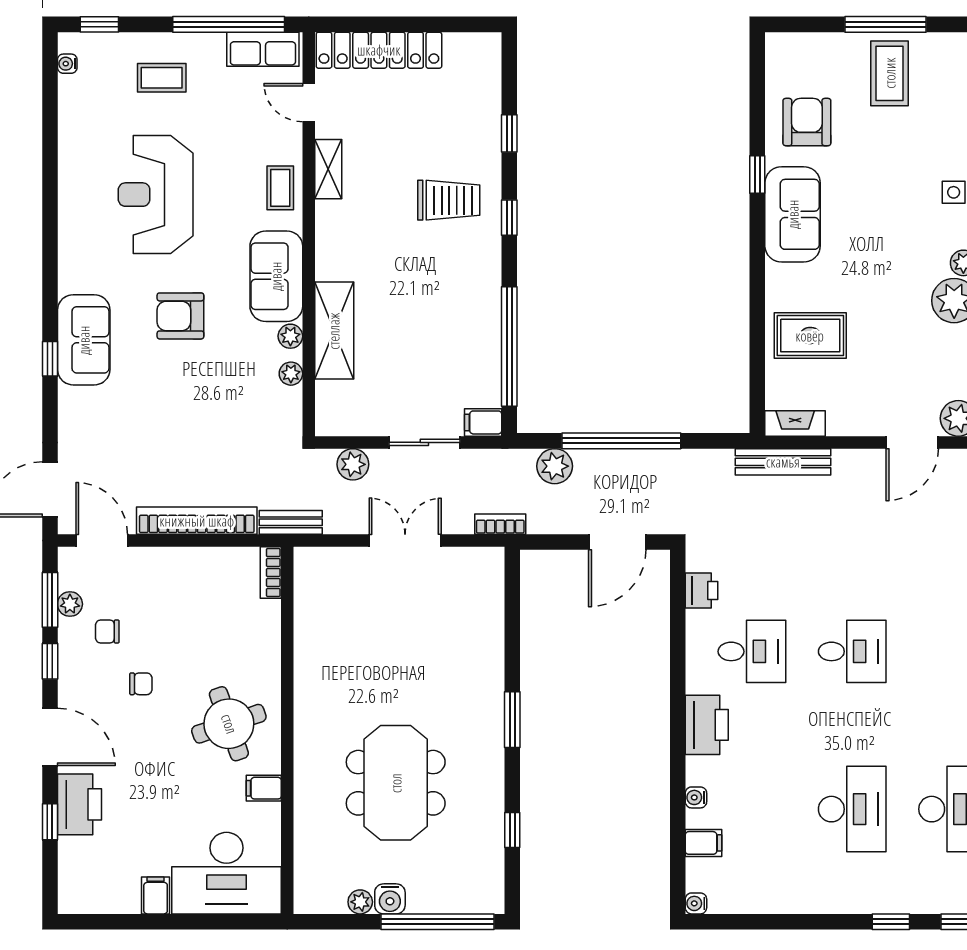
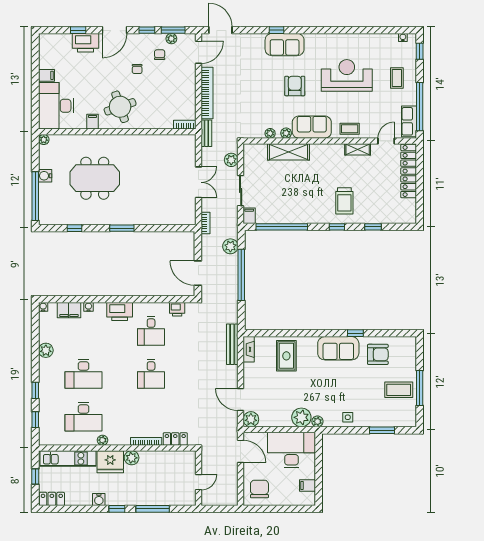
filing cabinet: (704, 843) -> (69, 310), width x2.00
plant: (797, 897) -> (46, 350), added
plant: (360, 902) -> (44, 140), moved

